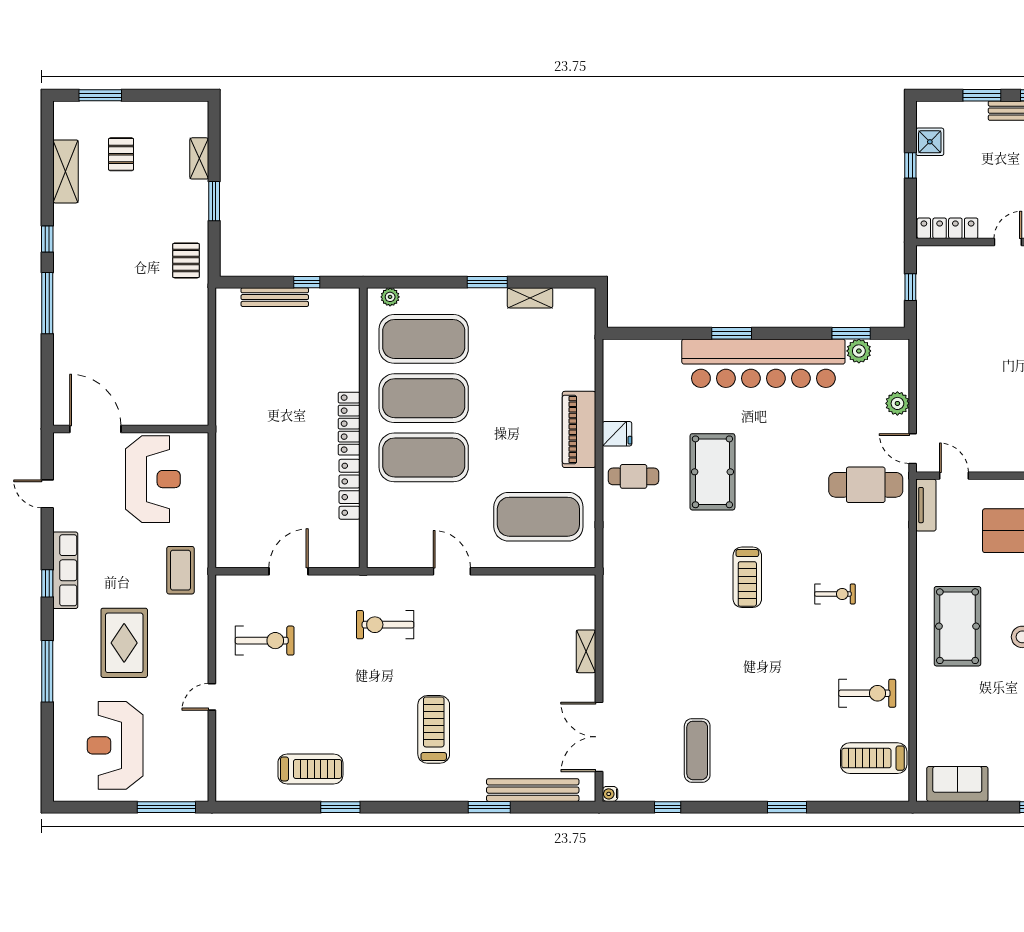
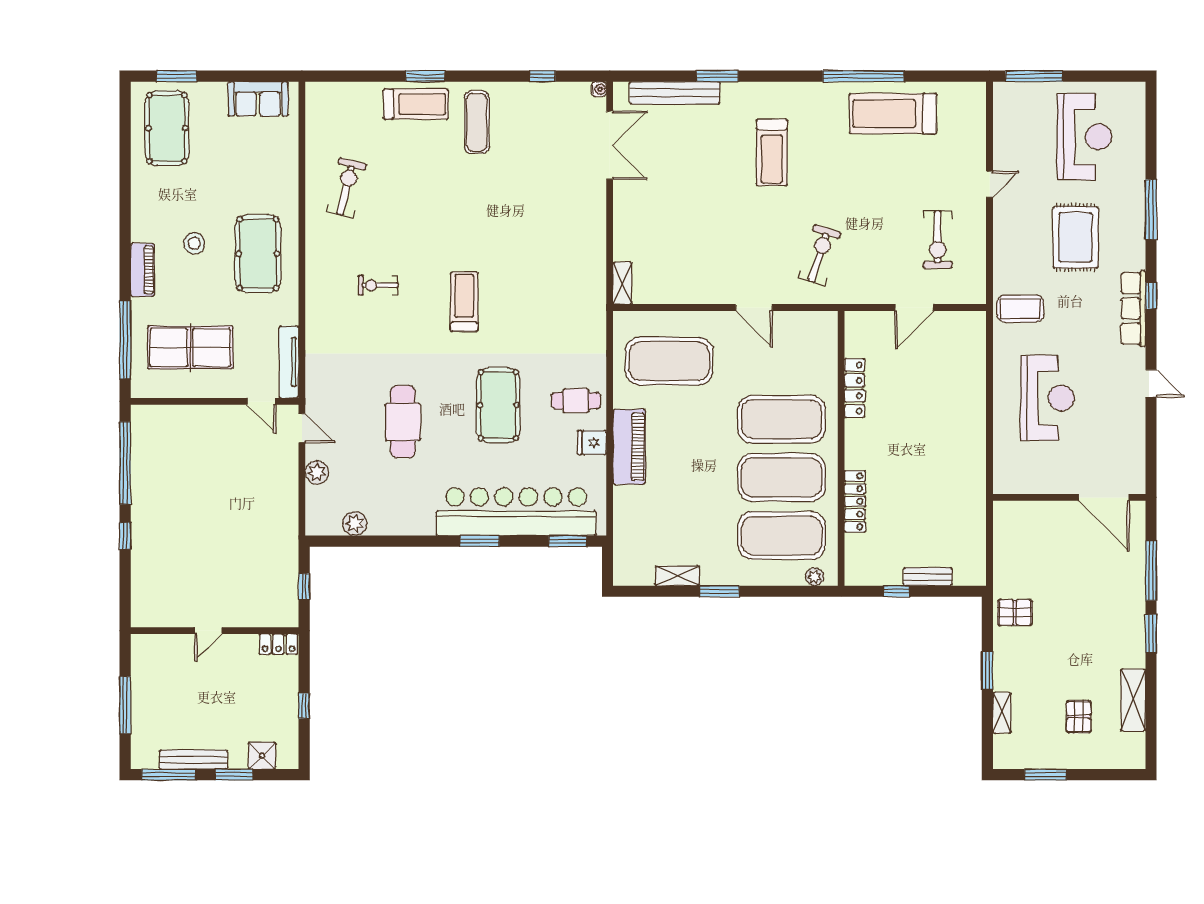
window: (100, 95) -> (1045, 775), moved
shower: (930, 142) -> (262, 756), moved
locker: (947, 228) -> (278, 644), width x0.66
window: (47, 239) -> (1151, 634), width x1.50
pallet: (186, 260) -> (1015, 613), turned 90
bench: (275, 297) -> (928, 577), width x0.73
window: (851, 333) -> (568, 541), moved
bar counter: (763, 363) -> (516, 512), moved
locker: (349, 424) -> (855, 501), moved
door: (95, 429) -> (1104, 497), moved
wall: (131, 429) -> (1069, 497), moved
reception desk: (153, 479) -> (1047, 398), turned 180
cafe table: (866, 485) -> (403, 422), moved, turned 90
tv unit: (926, 505) -> (289, 362), width x1.41
coffee table: (180, 570) -> (1020, 309), turned 90
exercise bike: (385, 625) -> (820, 255), turned -73
exercise bike: (265, 641) -> (938, 240), turned -90
shelving: (586, 651) -> (622, 283), moved
exercise bike: (867, 693) -> (346, 188), turned 104
exercise mat: (697, 750) -> (477, 122), moved
treadmill: (874, 758) -> (416, 104), moved
treadmill: (310, 769) -> (893, 114), width x1.37, depth x1.38
window: (340, 807) -> (863, 76), width x2.11

